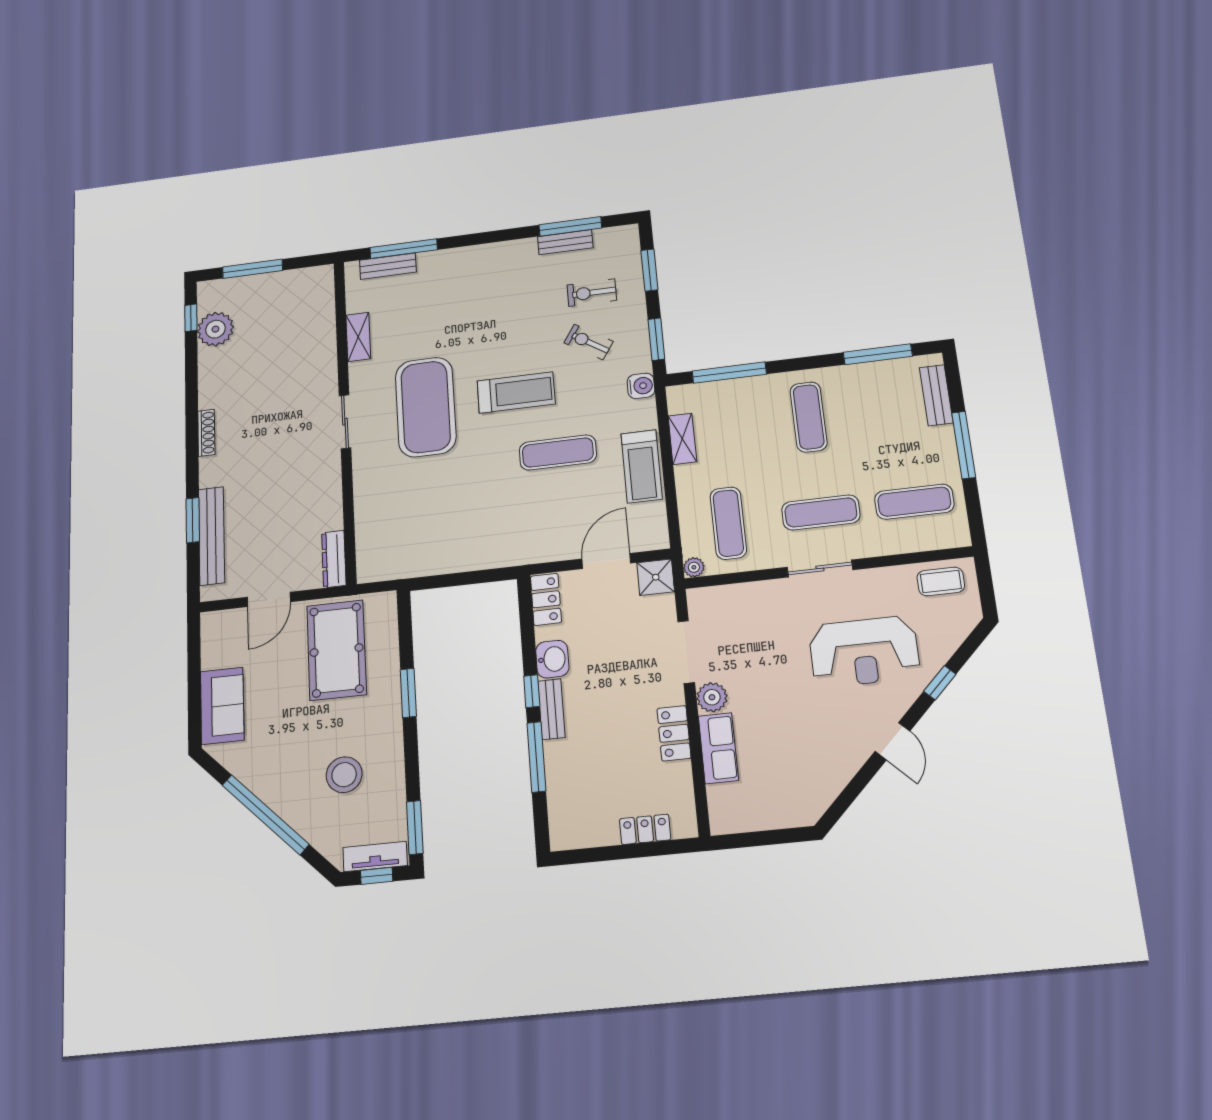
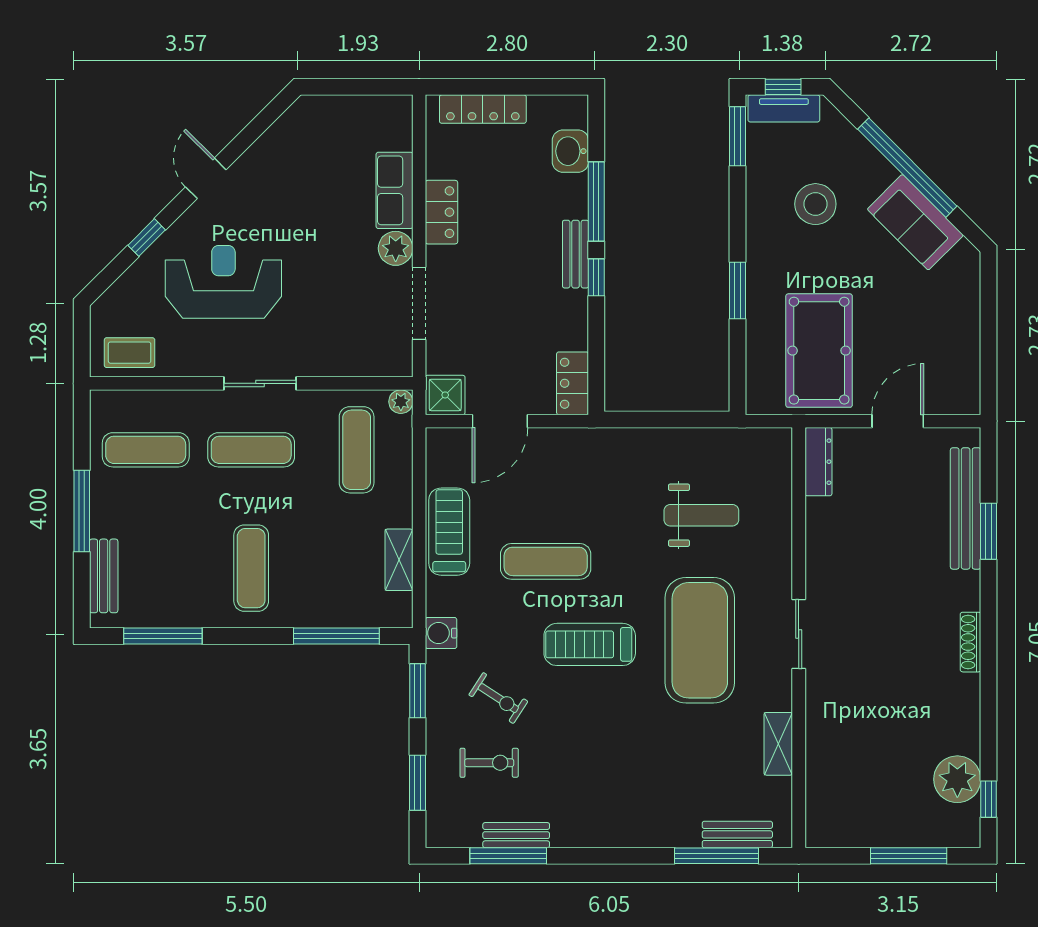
weight bench: (430, 505) -> (701, 515), added
washbasin: (552, 659) -> (570, 151), moved
sofa: (222, 706) -> (915, 222), moved, turned -45
locker: (645, 829) -> (483, 109), width x1.53

